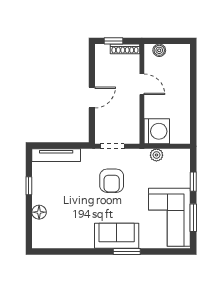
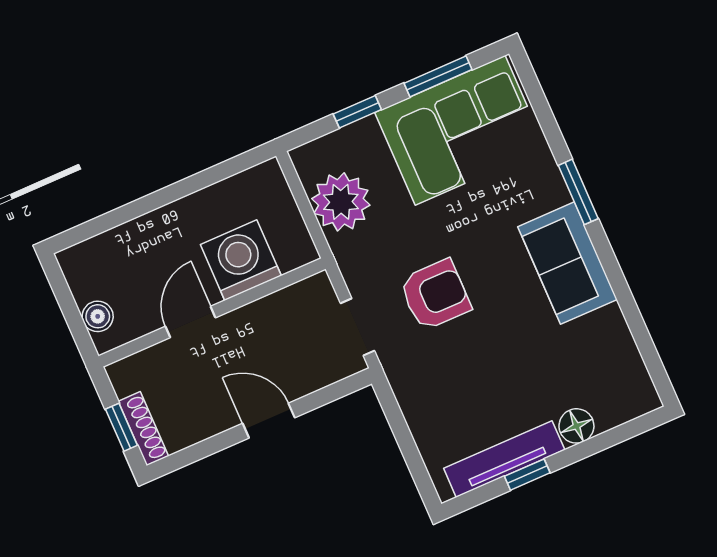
shoe rack: (125, 49) -> (143, 429), moved
washing machine: (157, 131) -> (241, 260), moved
tv unit: (56, 155) -> (504, 459), moved, turned -90
plant: (156, 155) -> (341, 202), width x1.88, depth x1.88
sofa: (117, 236) -> (568, 263), moved

